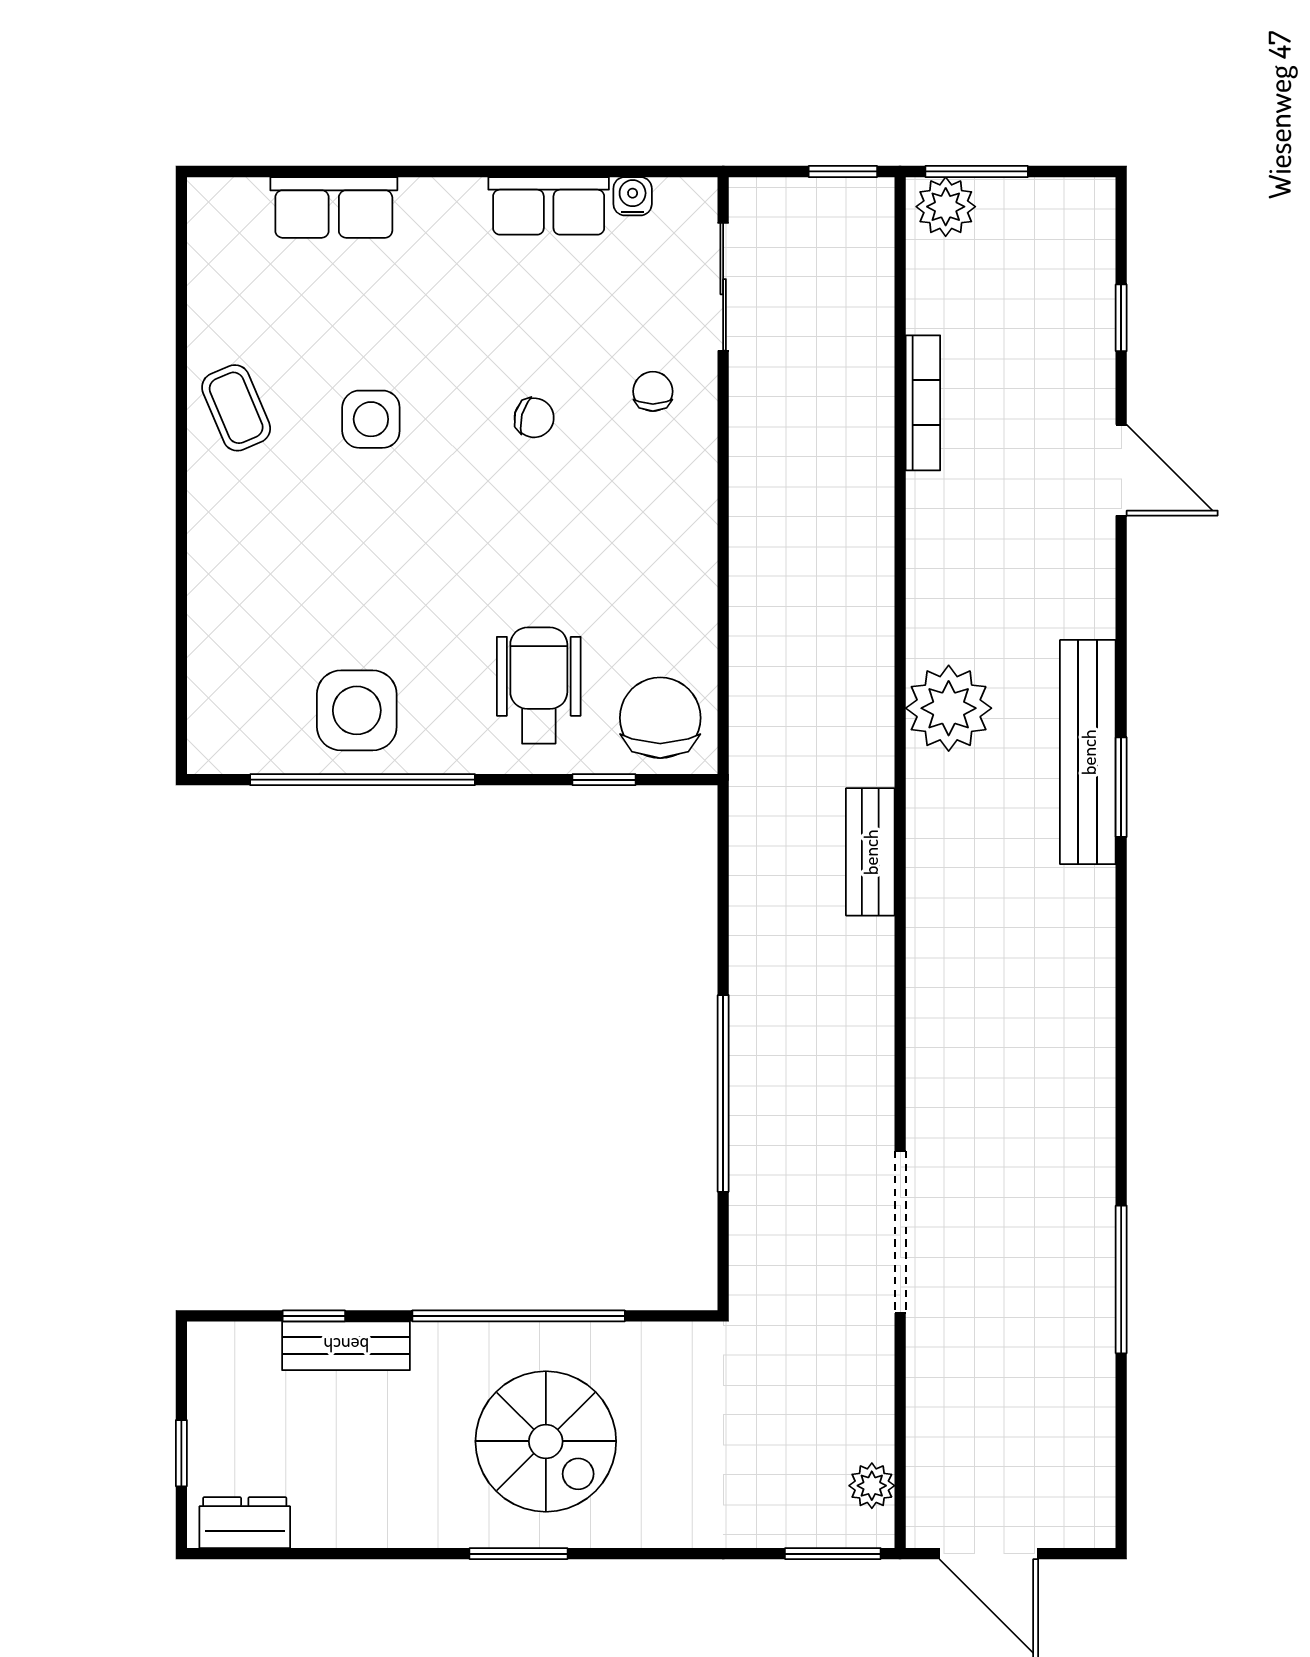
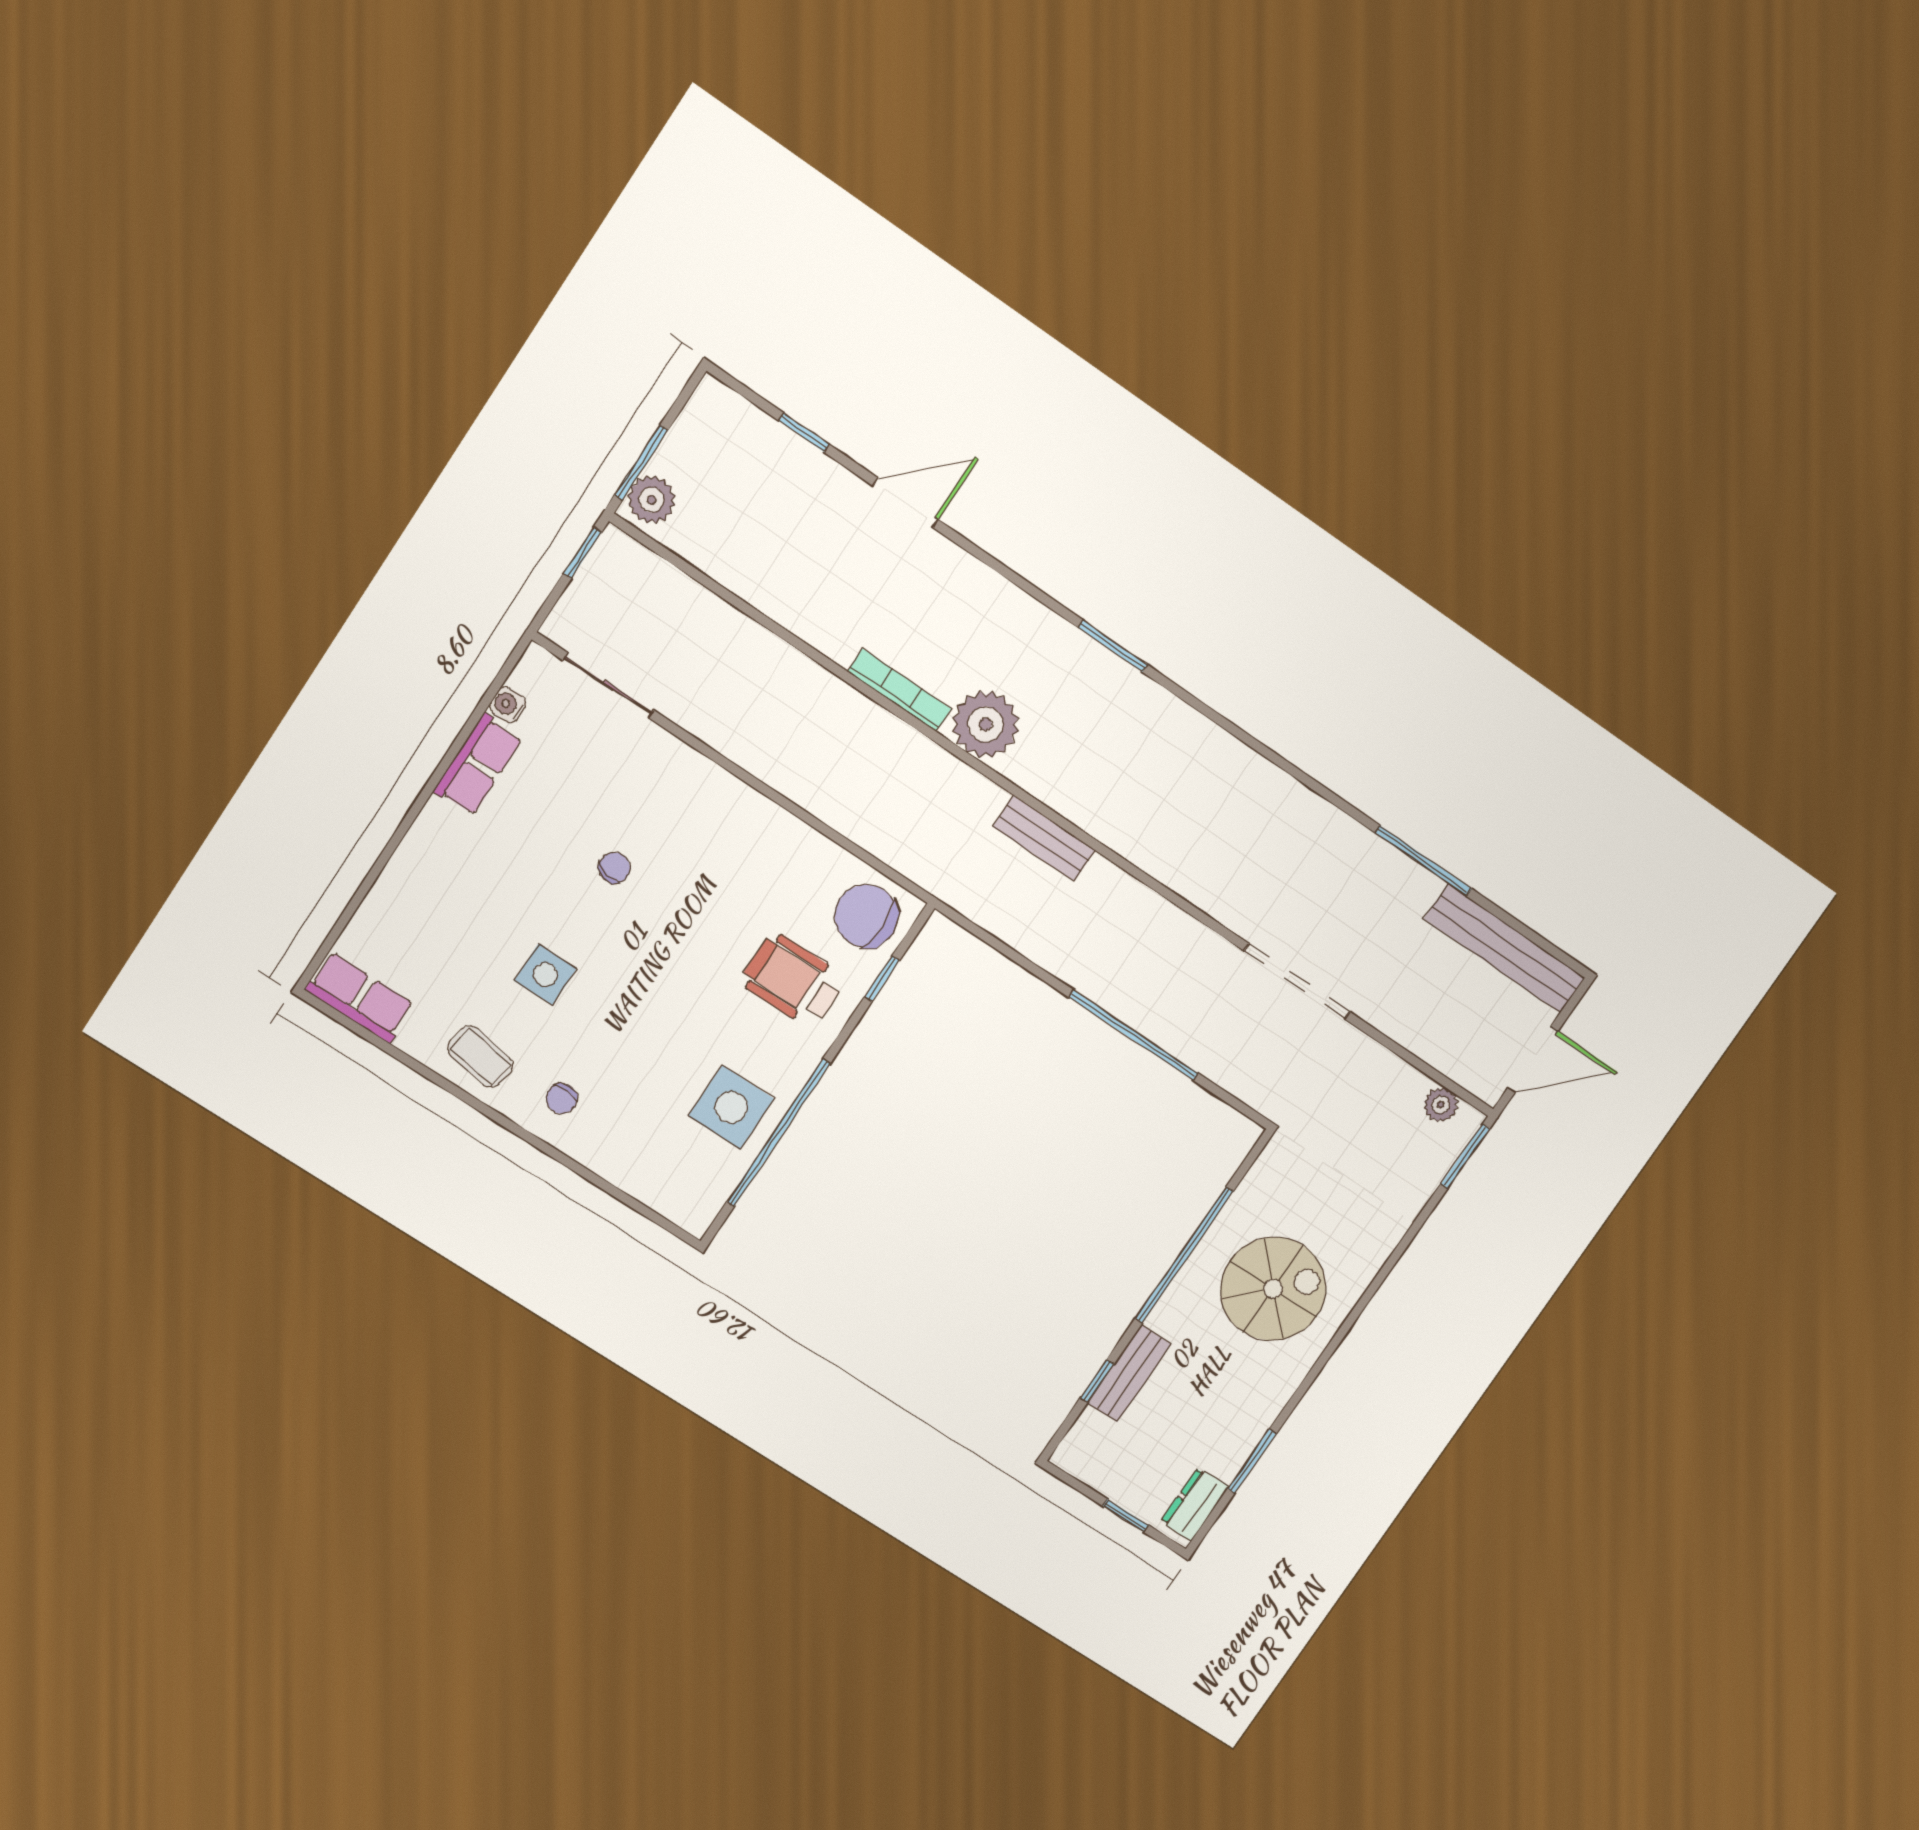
row of seats: (334, 207) -> (360, 997), moved, turned -90
chair: (653, 391) -> (562, 1099), moved, turned -90
bookcase: (923, 403) -> (899, 690), moved
coffee table: (236, 408) -> (480, 1057), turned 33
bench: (1088, 752) -> (1505, 948), moved
window: (519, 1554) -> (1252, 1461), moved

